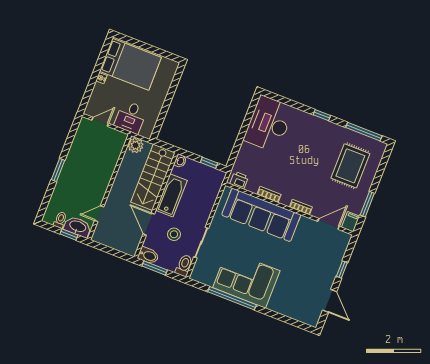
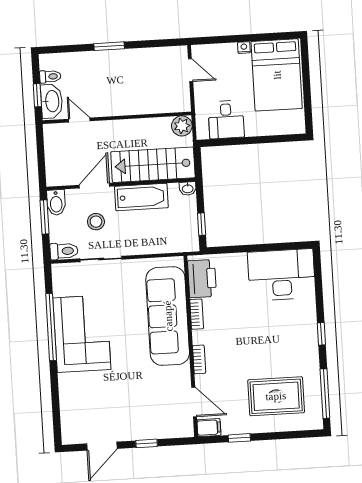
desk: (131, 117) -> (226, 120), moved, turned -90
printer: (239, 180) -> (202, 279), width x1.87, depth x1.48
window: (367, 204) -> (239, 438), width x0.67

